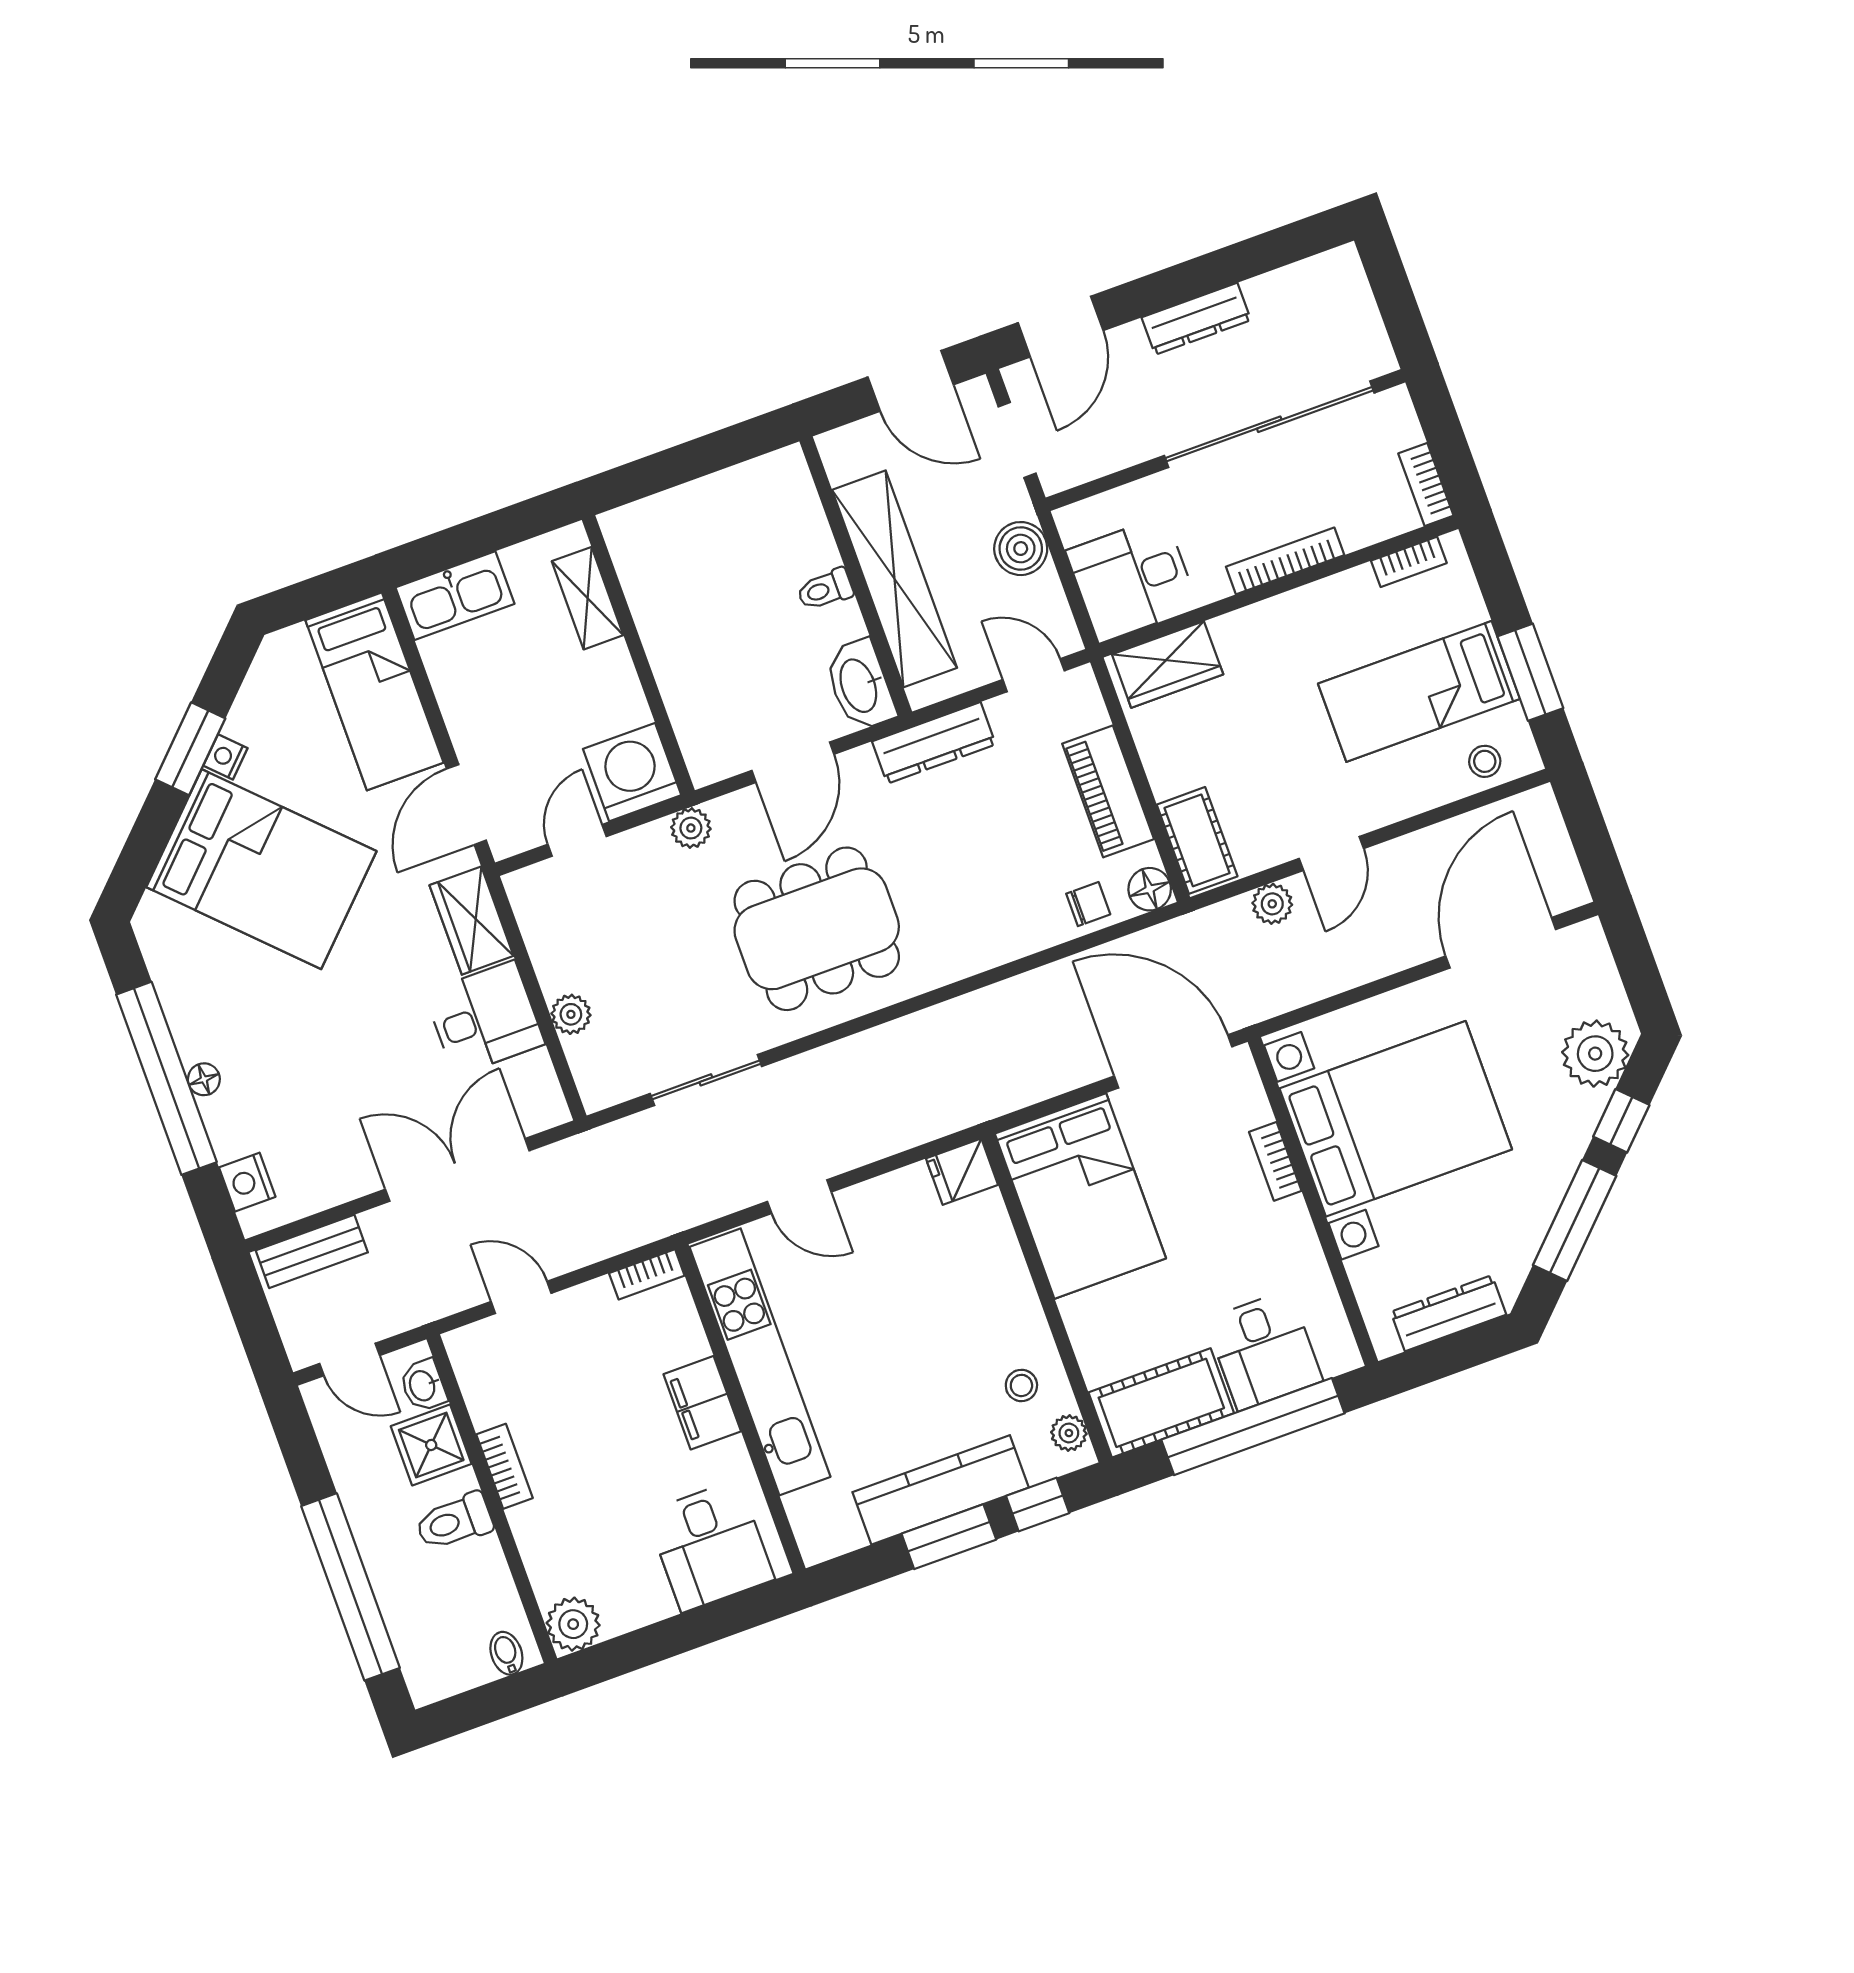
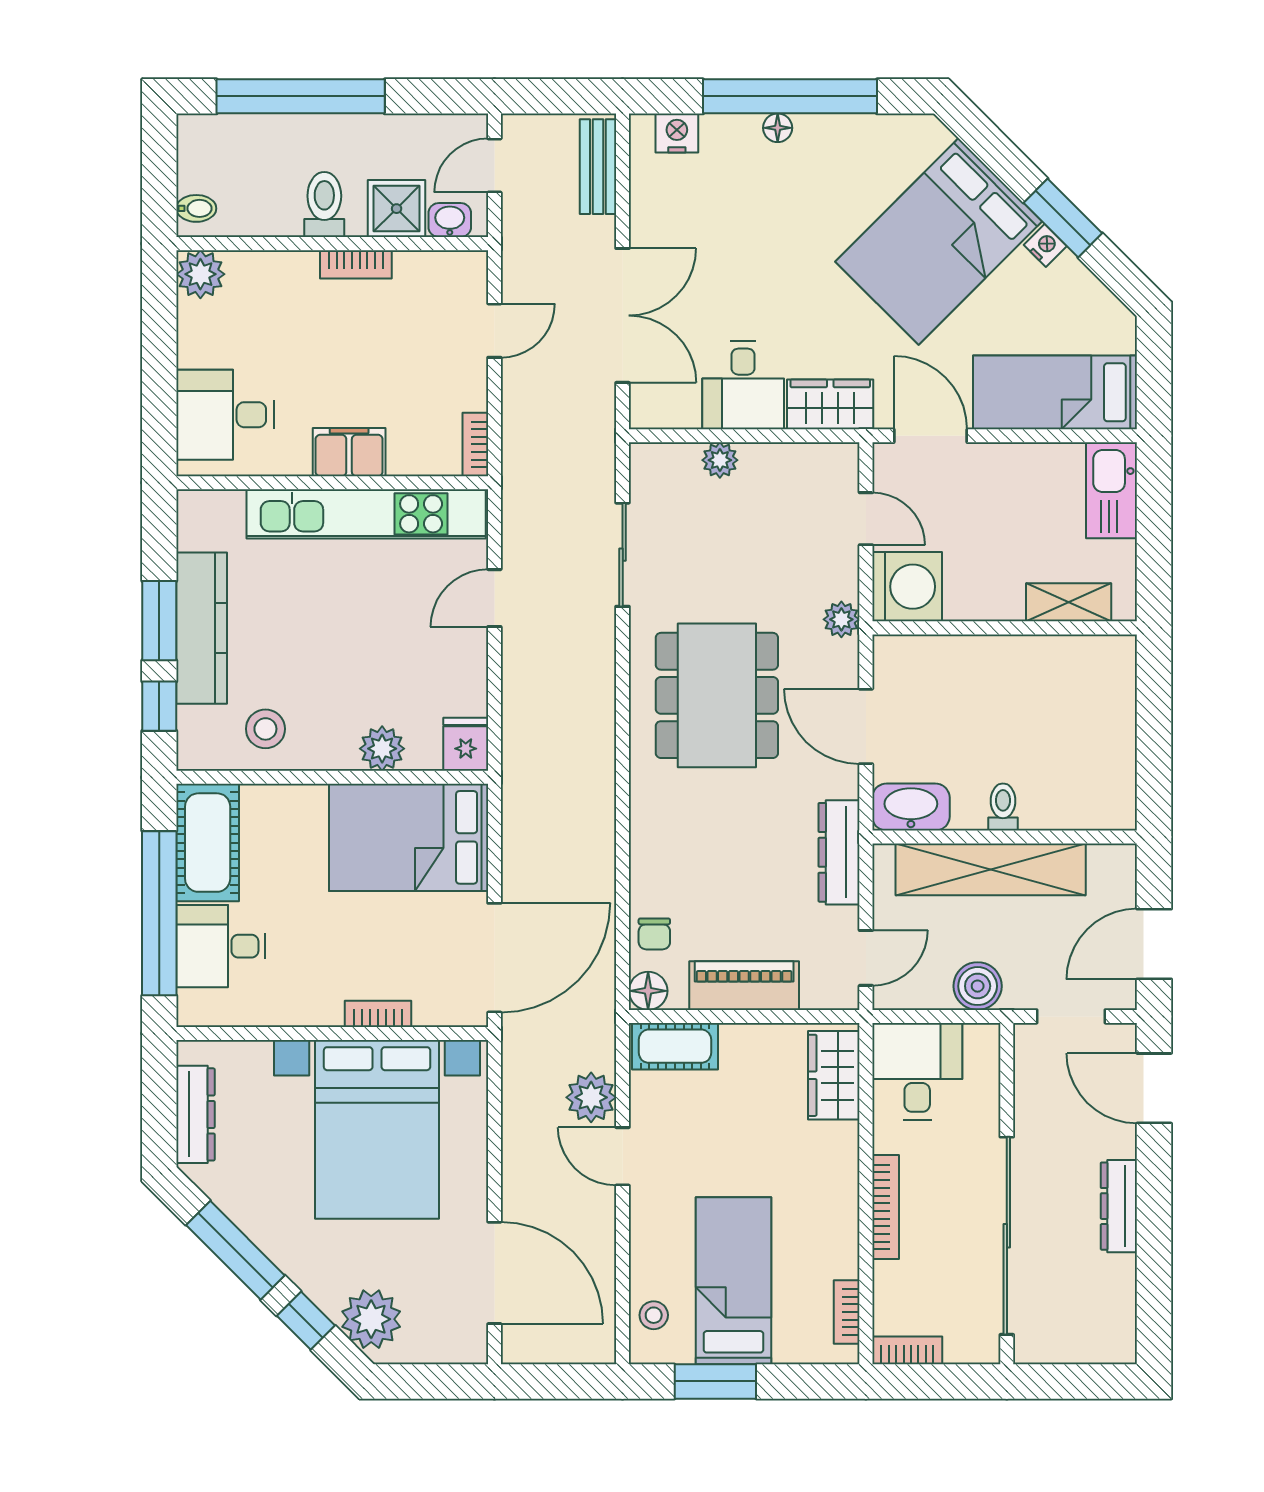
plant: (1272, 904) -> (591, 1097), width x1.38, depth x1.38
stool: (1021, 1385) -> (265, 729), width x1.37, depth x1.37
plant: (1069, 1433) -> (382, 749), moved, width x1.38, depth x1.38

